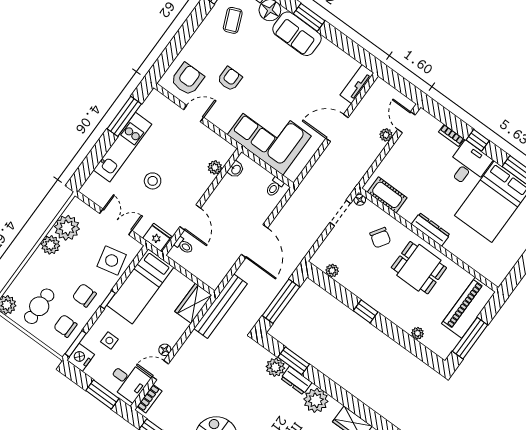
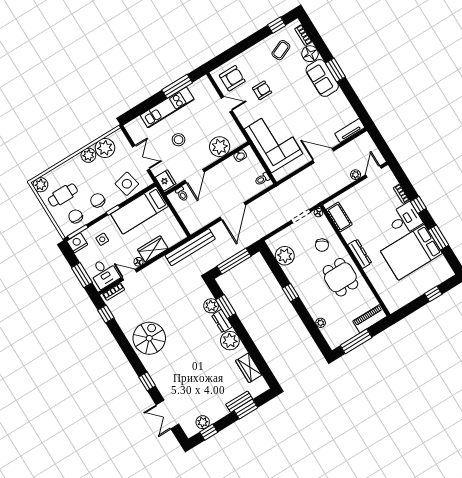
plant: (215, 167) -> (220, 147), width x1.87, depth x1.87
plant: (332, 271) -> (285, 256), width x1.88, depth x1.88
wardrobe: (193, 303) -> (153, 249), moved
piano: (469, 308) -> (370, 319), width x0.73, depth x0.75

